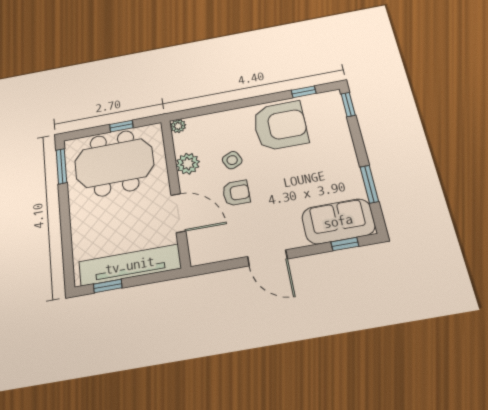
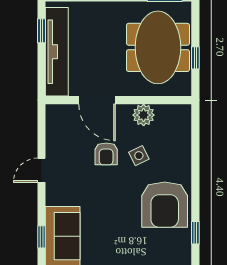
plant: (178, 126) -> (184, 111), removed
door: (178, 213) -> (97, 100), hinge flipped
door: (267, 258) -> (42, 170), width x0.73

